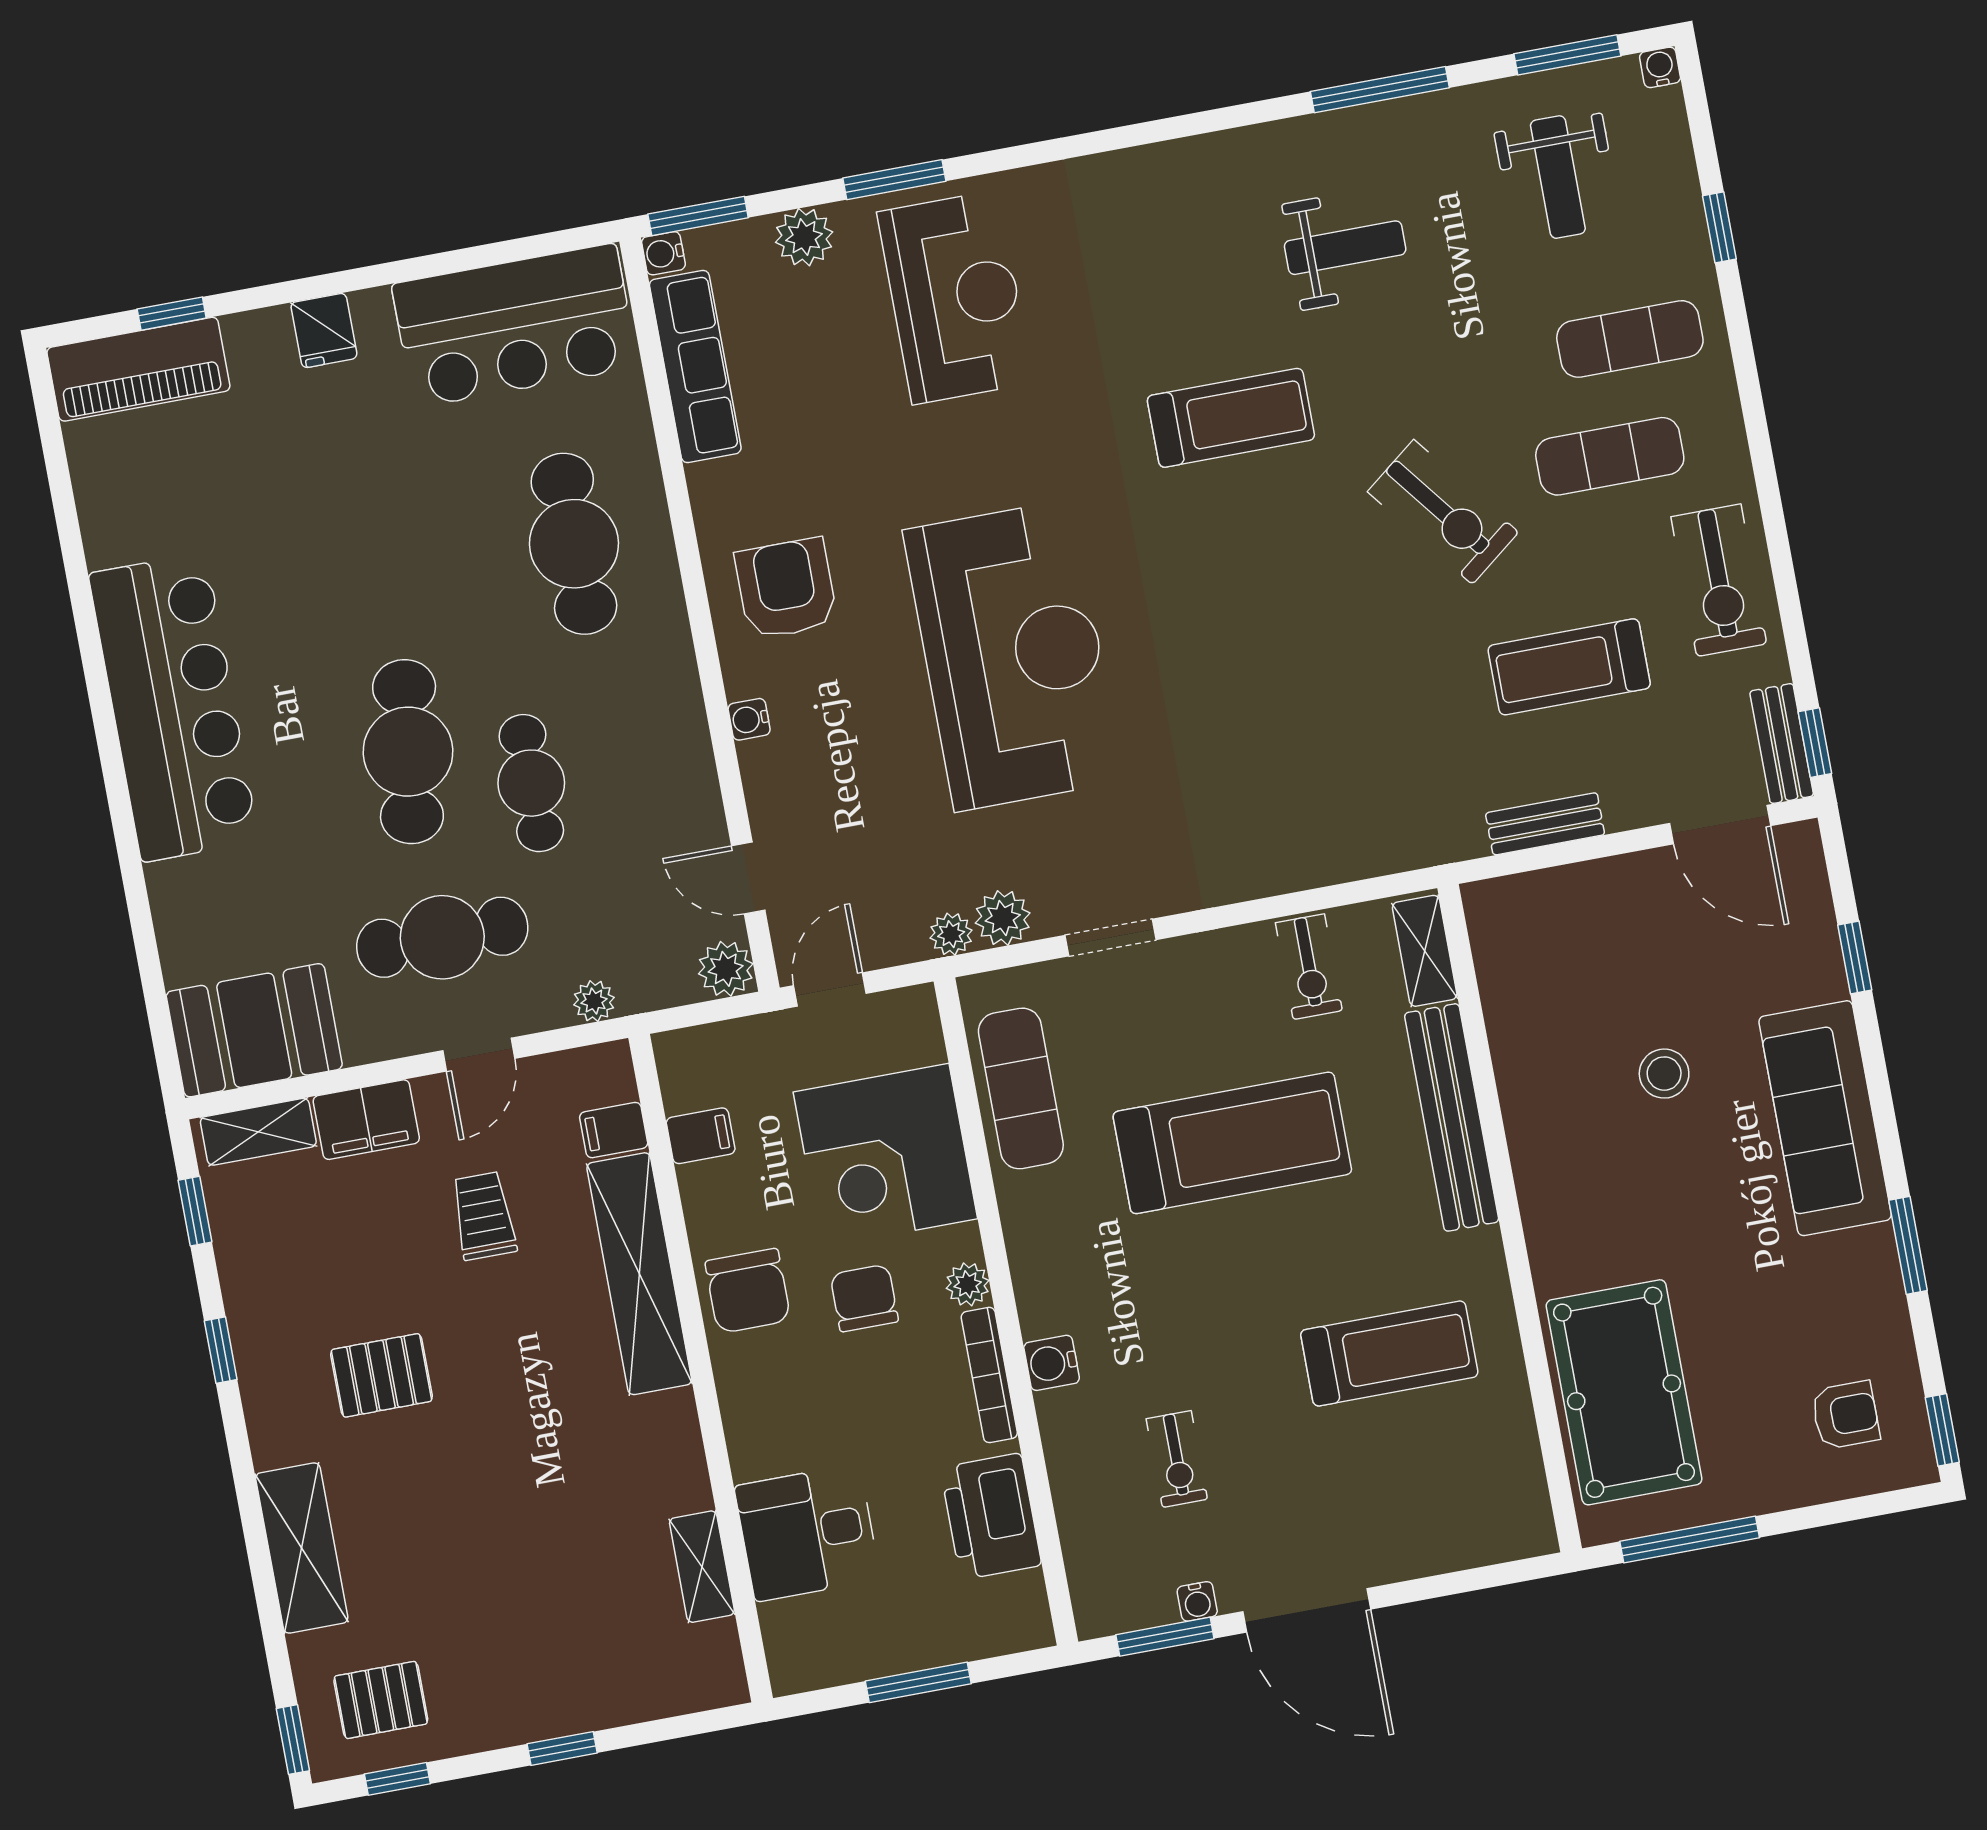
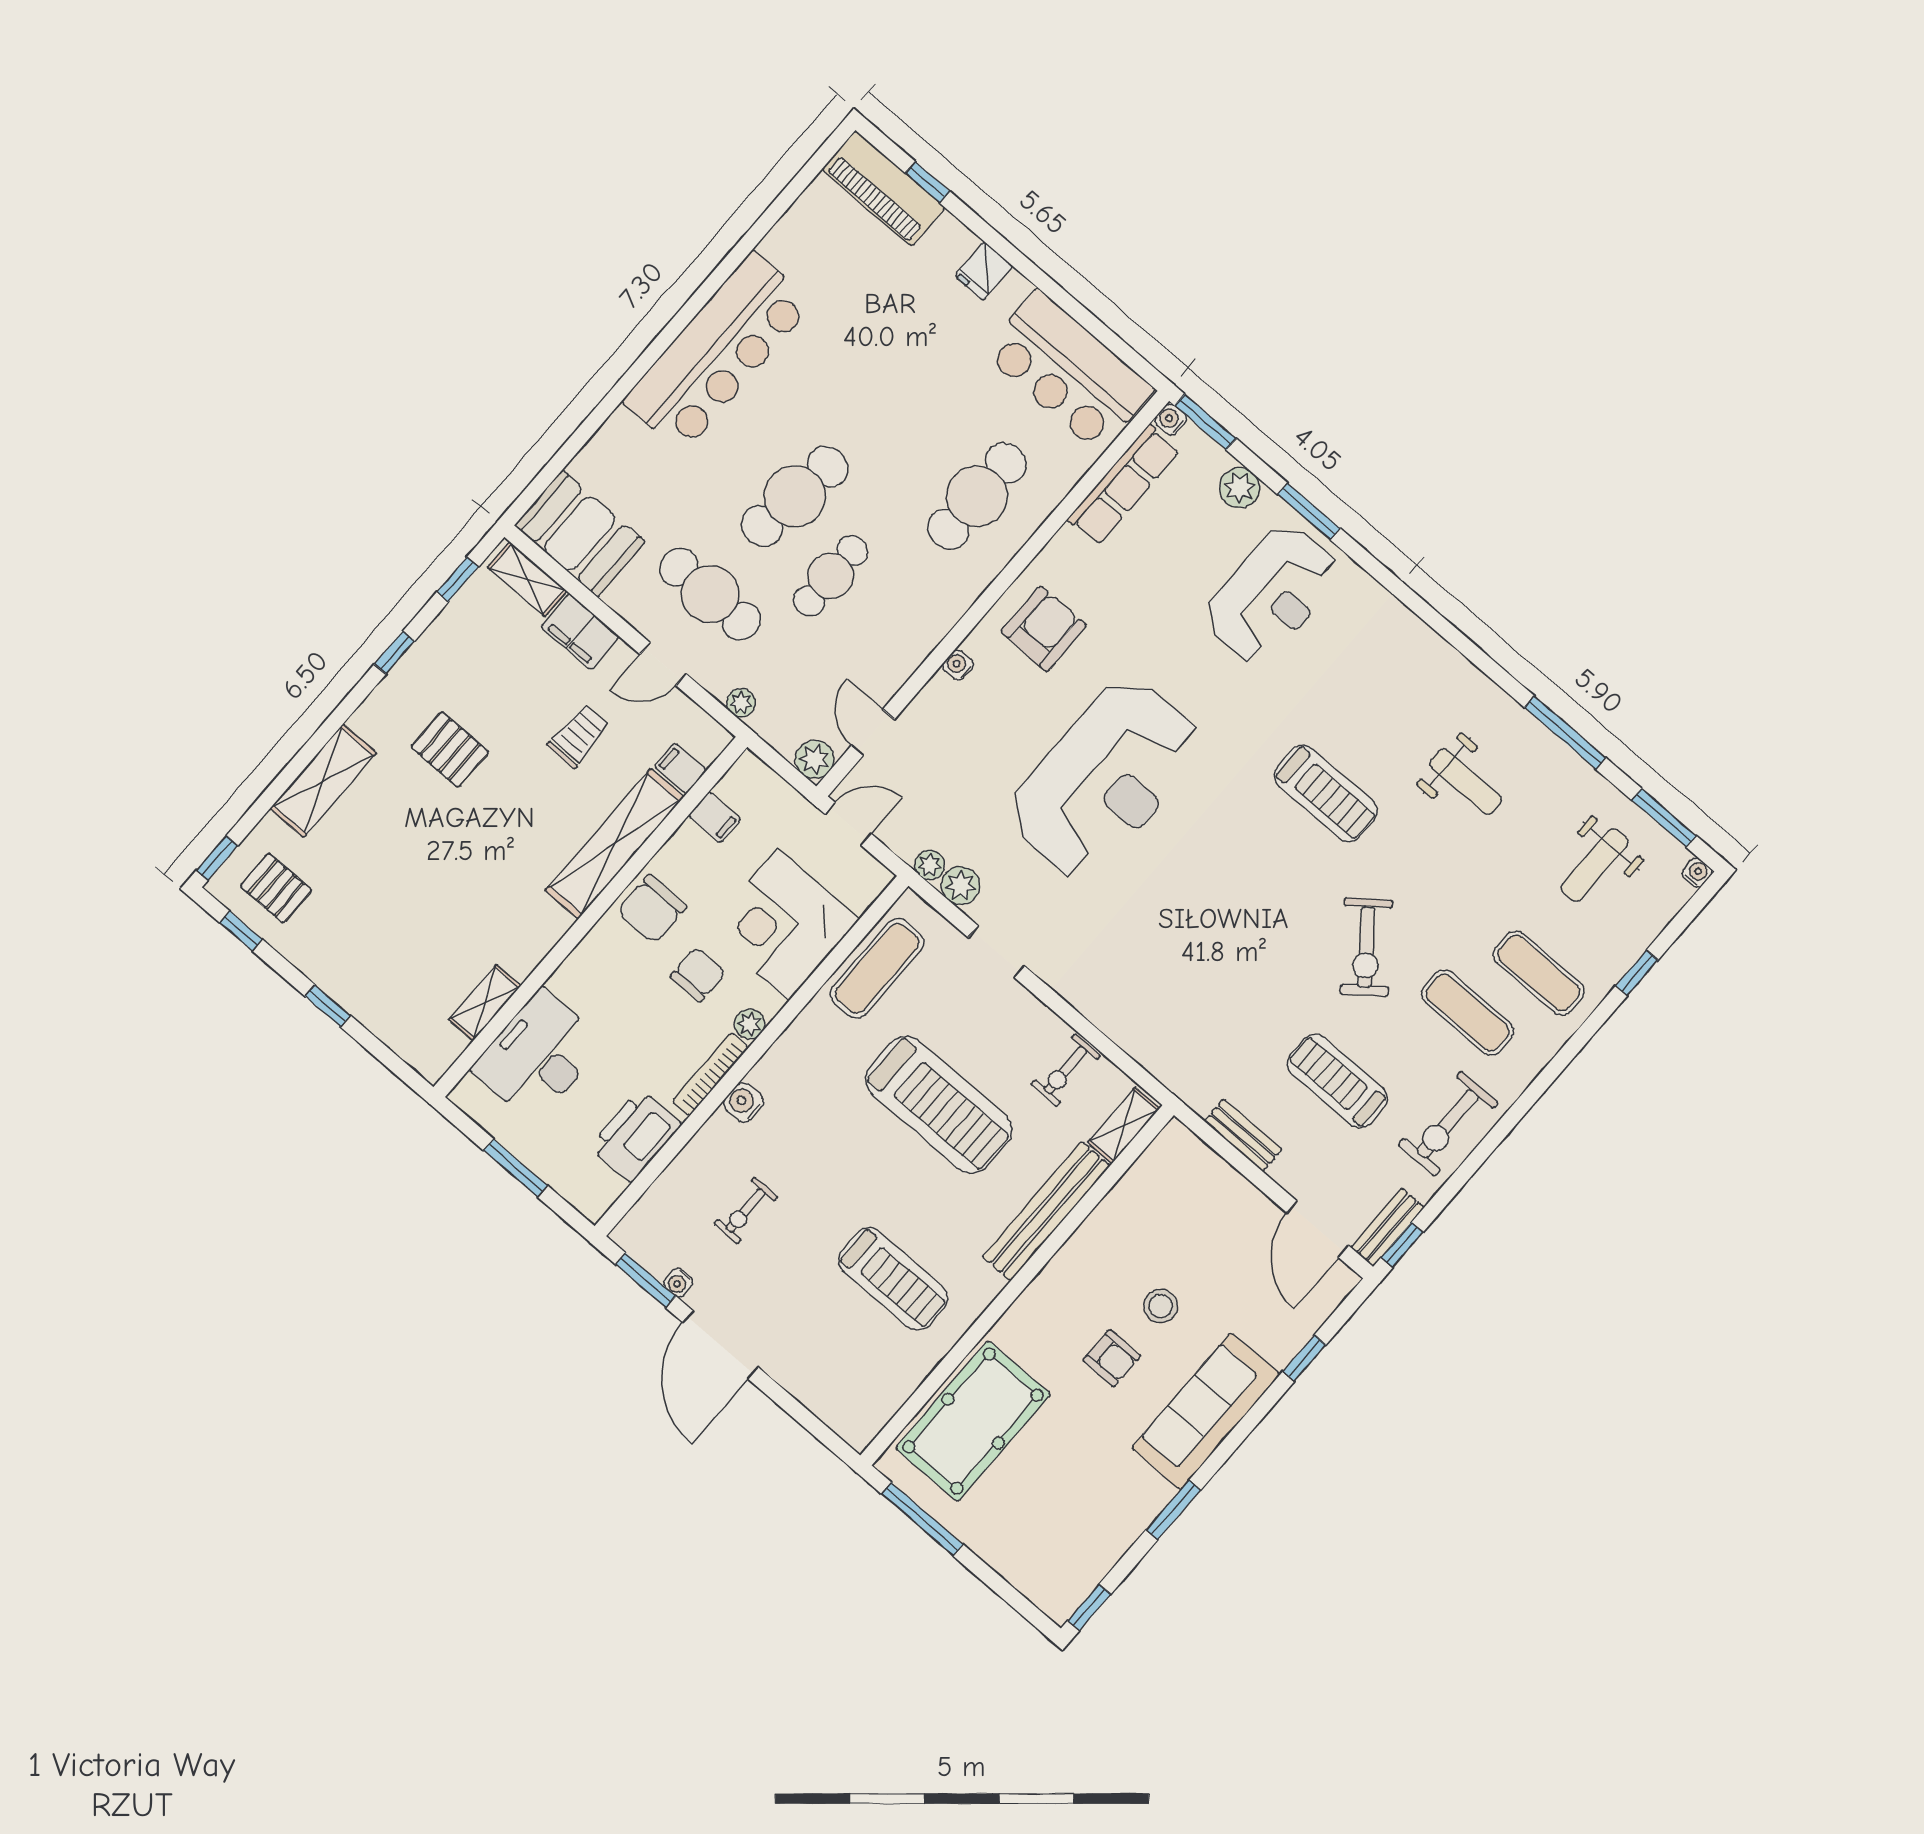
armchair: (1845, 1415) -> (1112, 1358), moved
desk: (807, 1533) -> (538, 1056), width x1.37

